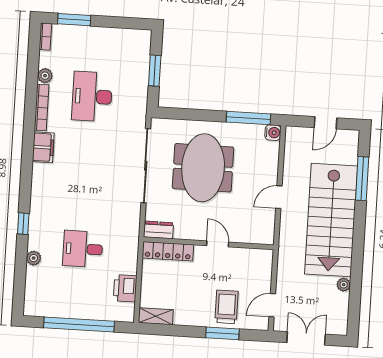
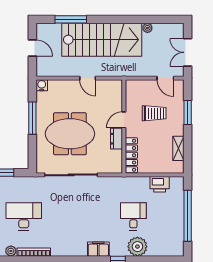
desk: (92, 96) -> (24, 216), turned 180
window: (248, 118) -> (32, 118), moved
filing cabinet: (43, 147) -> (98, 249), moved
dresser: (158, 230) -> (116, 139), moved
desk: (83, 249) -> (133, 216), turned 180
plant: (34, 258) -> (137, 247), width x1.88, depth x1.88
trolley: (227, 307) -> (154, 113), moved, turned 180
shelving: (156, 316) -> (178, 148), moved

